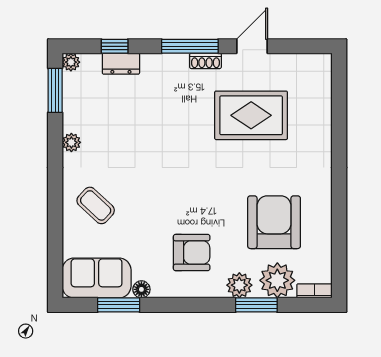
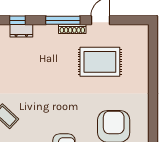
shoe rack: (205, 61) -> (72, 29), width x1.43

